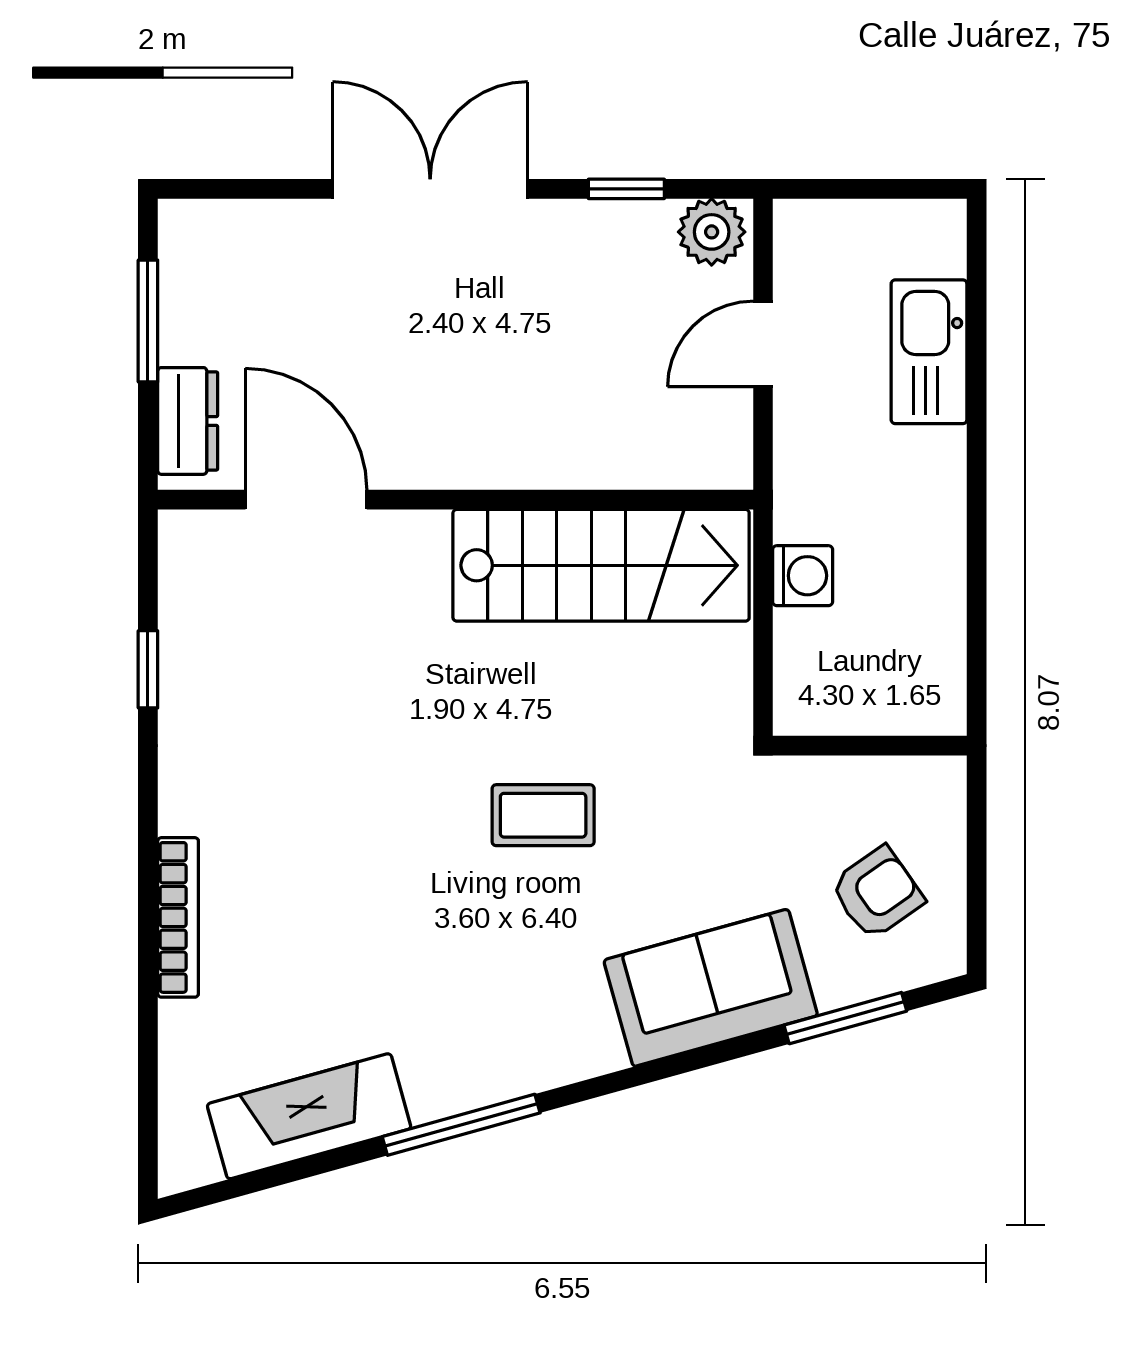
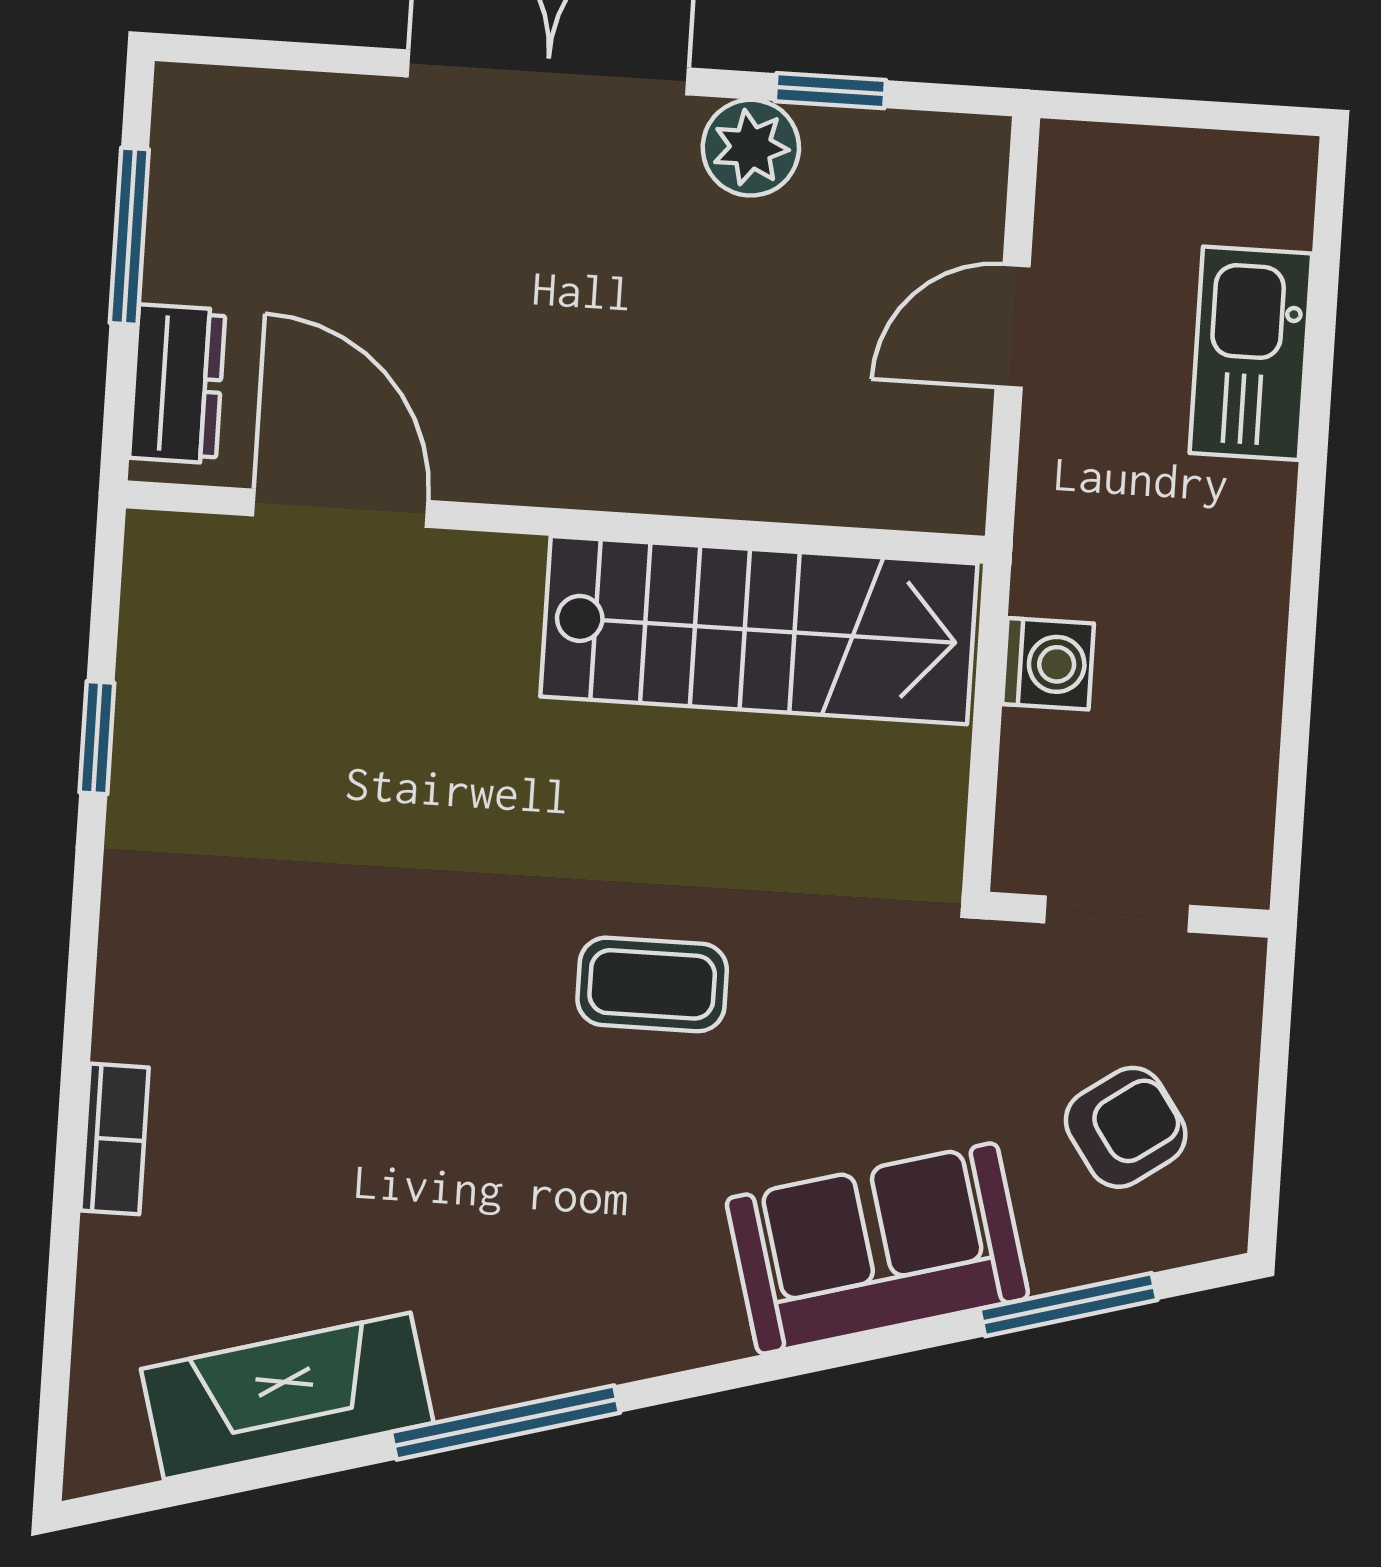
plant: (712, 232) -> (751, 148), moved
doorway: (862, 746) -> (1117, 914), added
bookcase: (178, 917) -> (115, 1139), width x0.64

